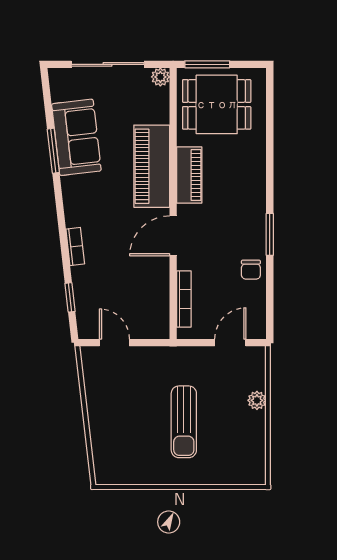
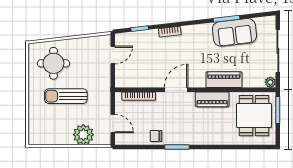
piano: (152, 166) -> (224, 80), width x0.73, depth x0.75
door: (173, 236) -> (176, 90), hinge flipped
plant: (257, 400) -> (83, 135), width x1.88, depth x1.88
round table: (129, 443) -> (53, 63), added

